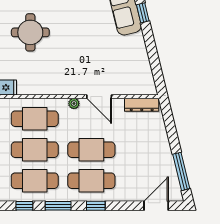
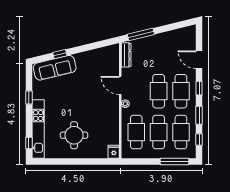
door: (99, 97) -> (120, 86), swing flipped
window: (181, 171) -> (141, 34), moved
door: (156, 206) -> (199, 60), moved

